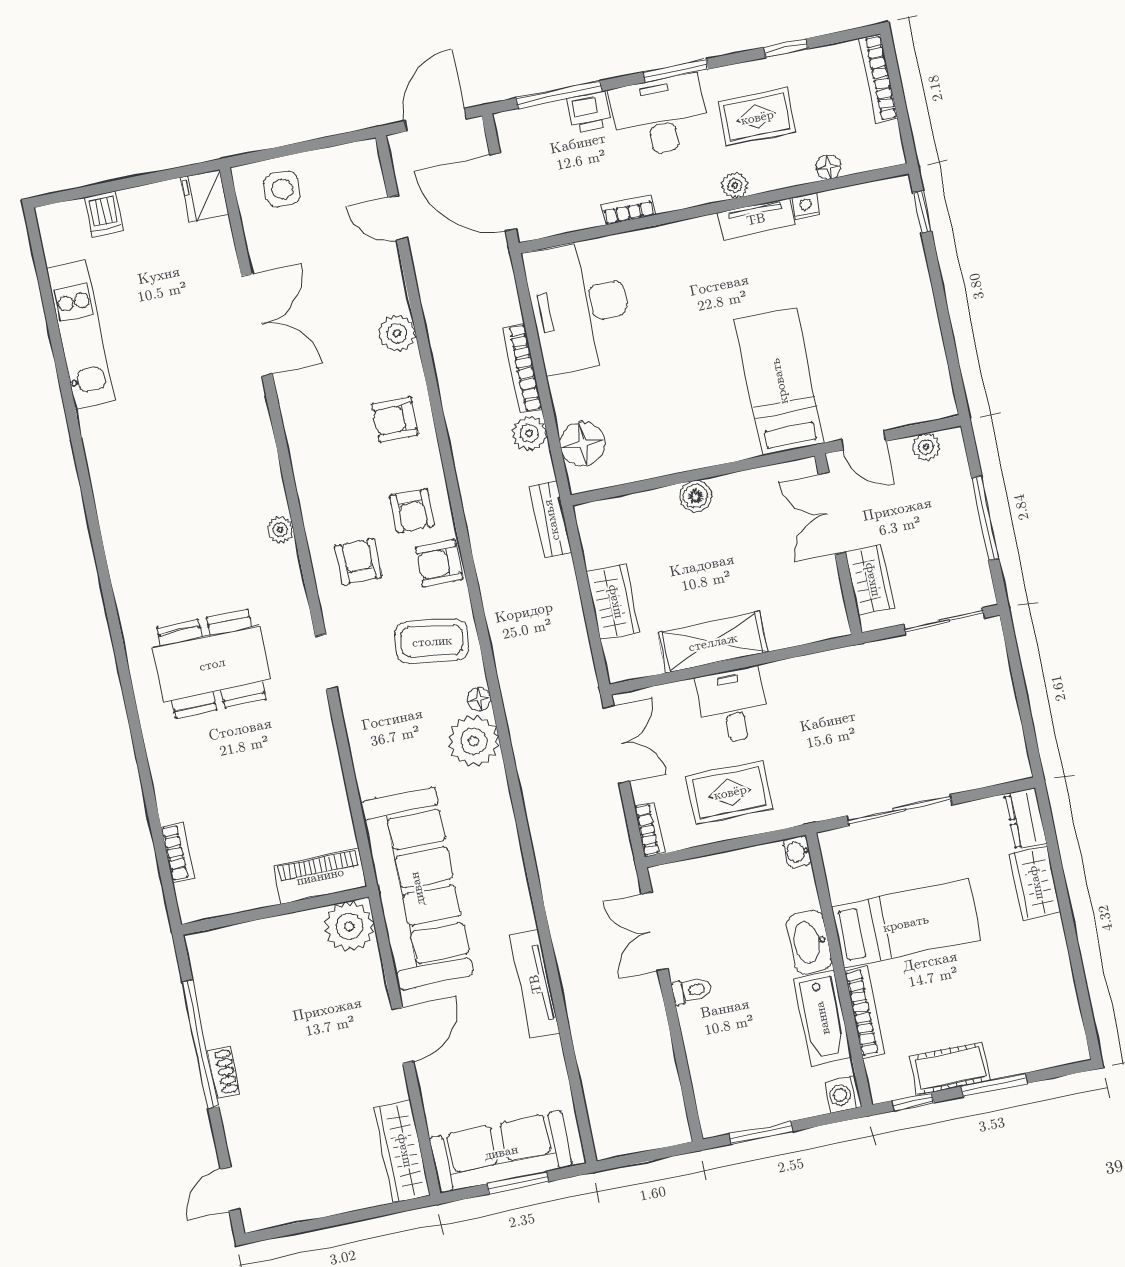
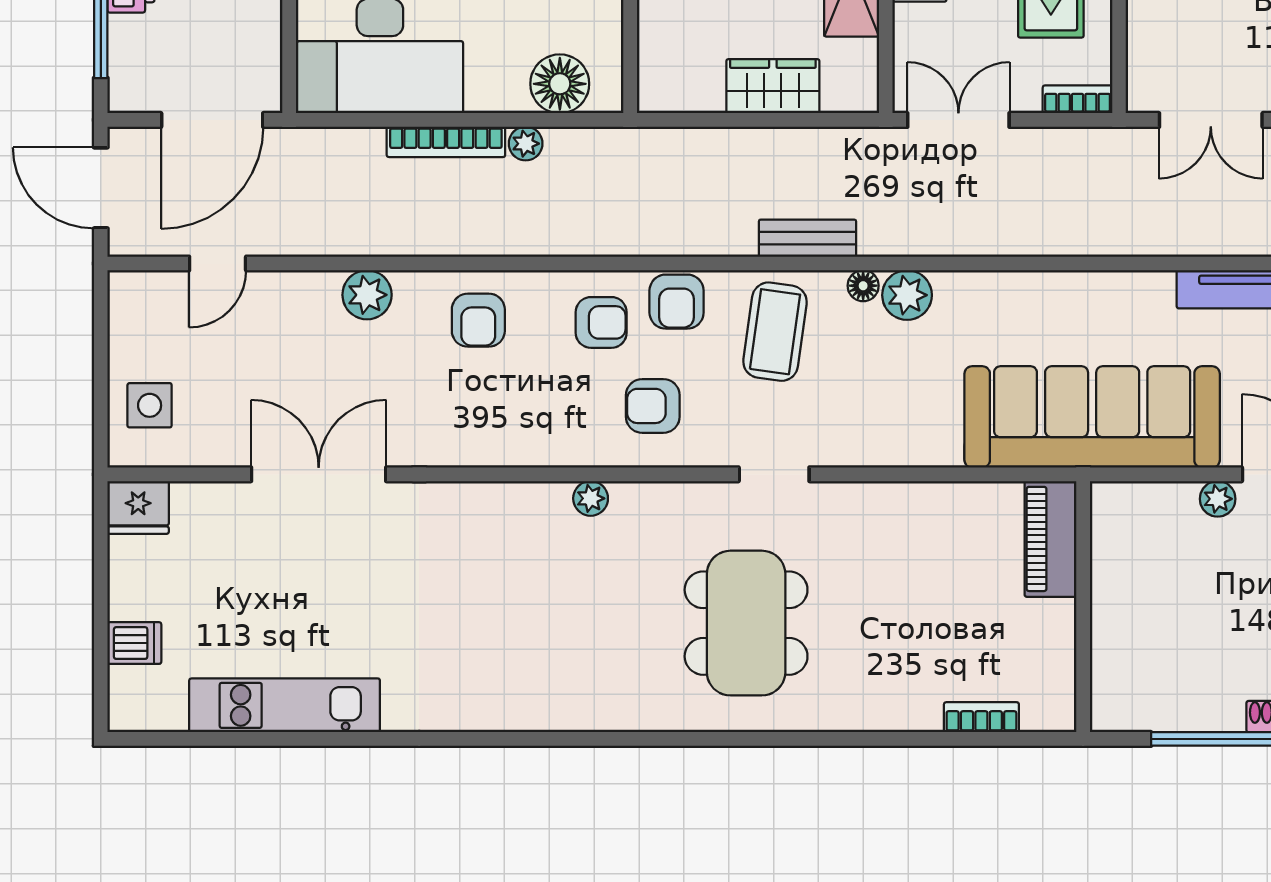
plant: (529, 433) -> (526, 144), width x0.73, depth x0.73
bench: (551, 520) -> (807, 238), moved
plant: (474, 741) -> (907, 295), width x0.73, depth x0.73
plant: (349, 926) -> (1218, 499), moved, width x0.53, depth x0.53

